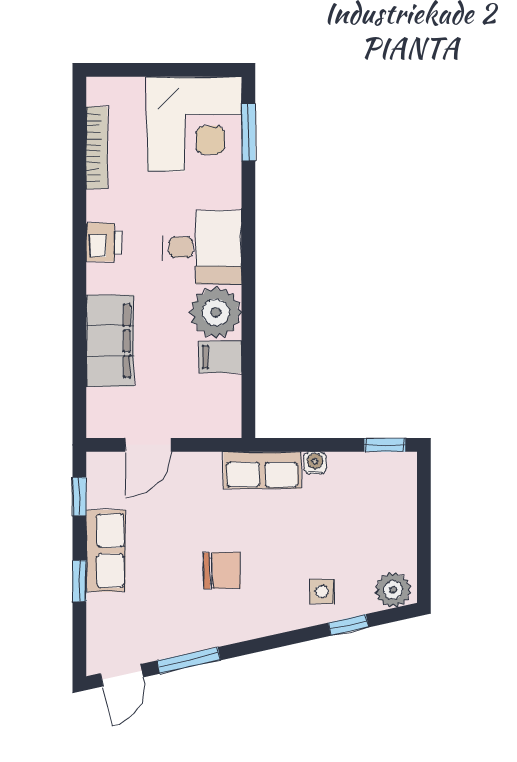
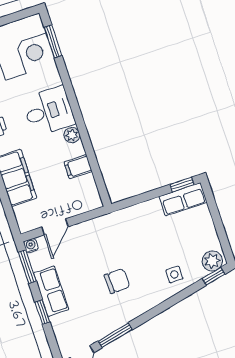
plant: (216, 312) -> (72, 135), width x0.53, depth x0.53
water cooler: (315, 463) -> (31, 246), moved
row of seats: (262, 470) -> (183, 199), moved
window: (79, 496) -> (27, 267), width x1.50
window: (348, 625) -> (214, 276), moved

